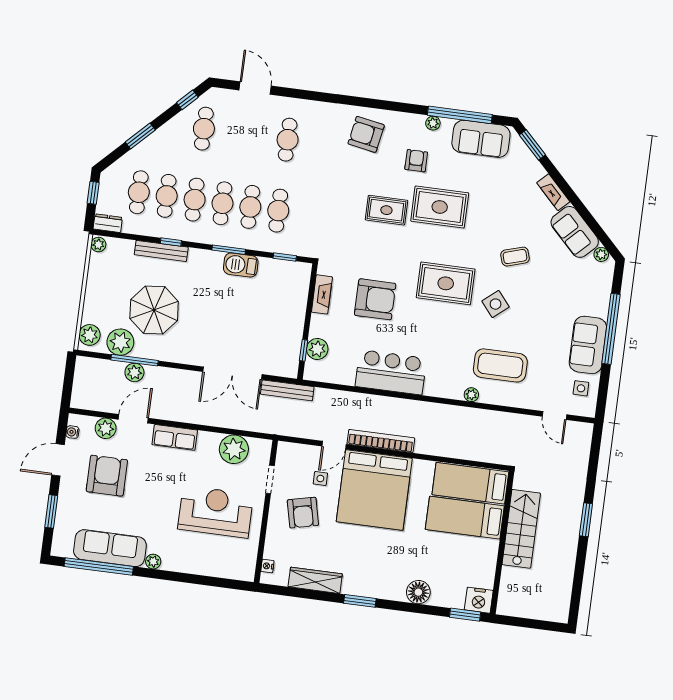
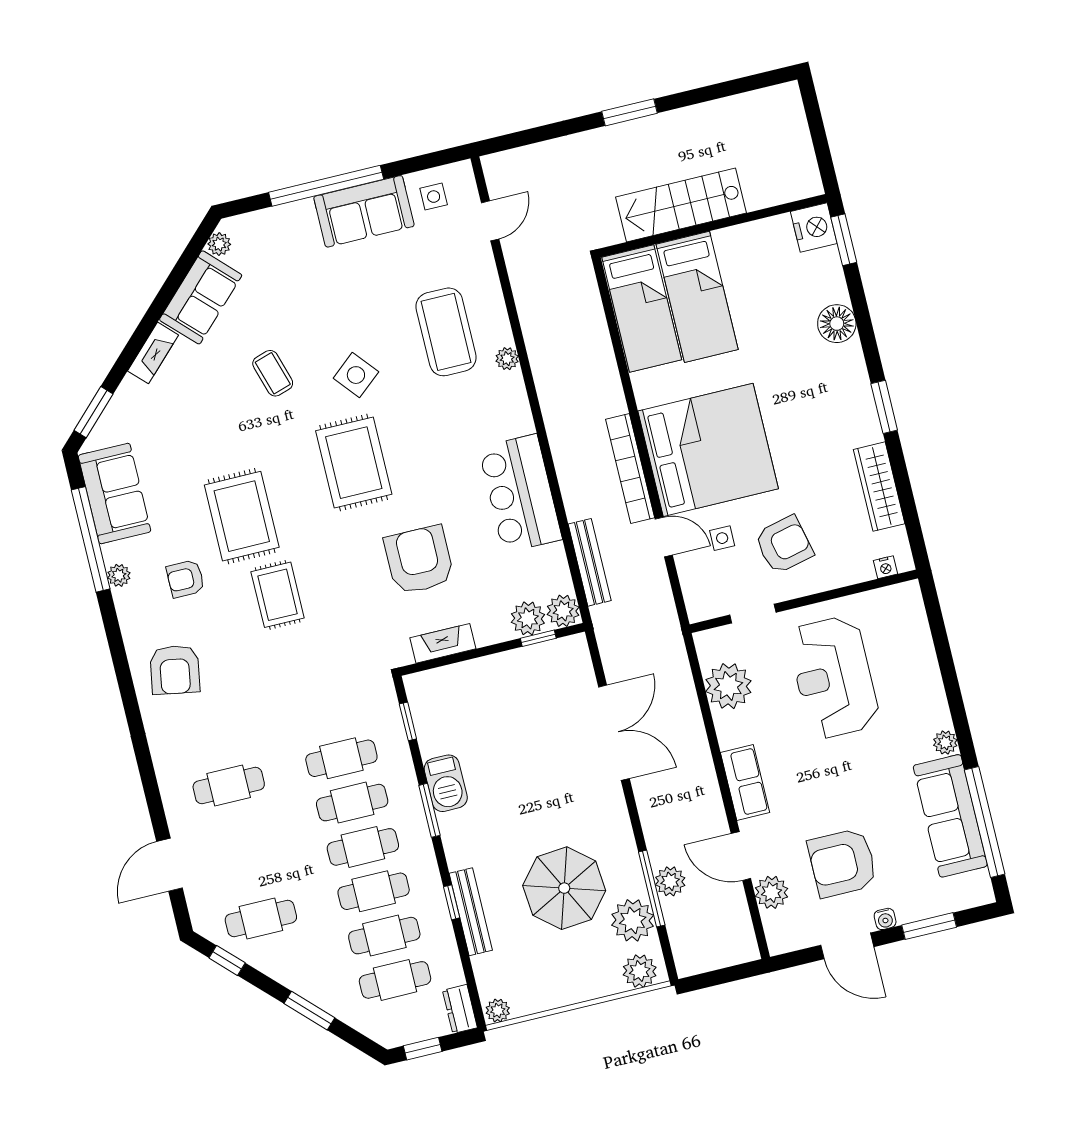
plant: (314, 371) -> (563, 611), added
bench: (287, 390) -> (590, 562), moved
water cooler: (72, 432) -> (885, 919), moved

